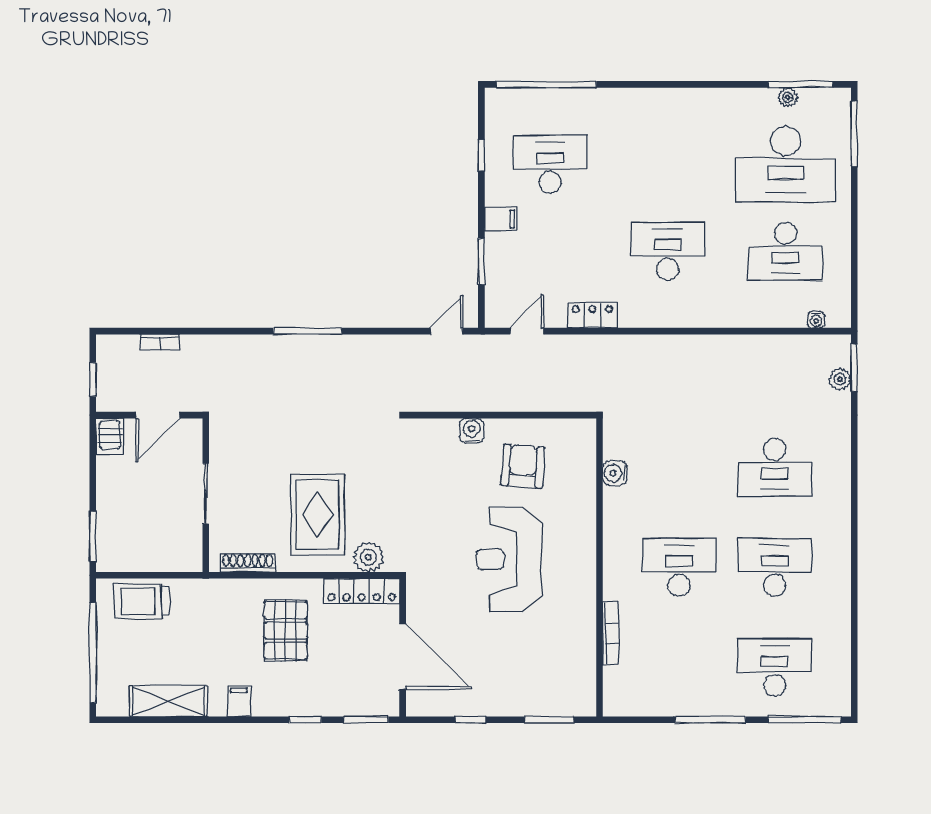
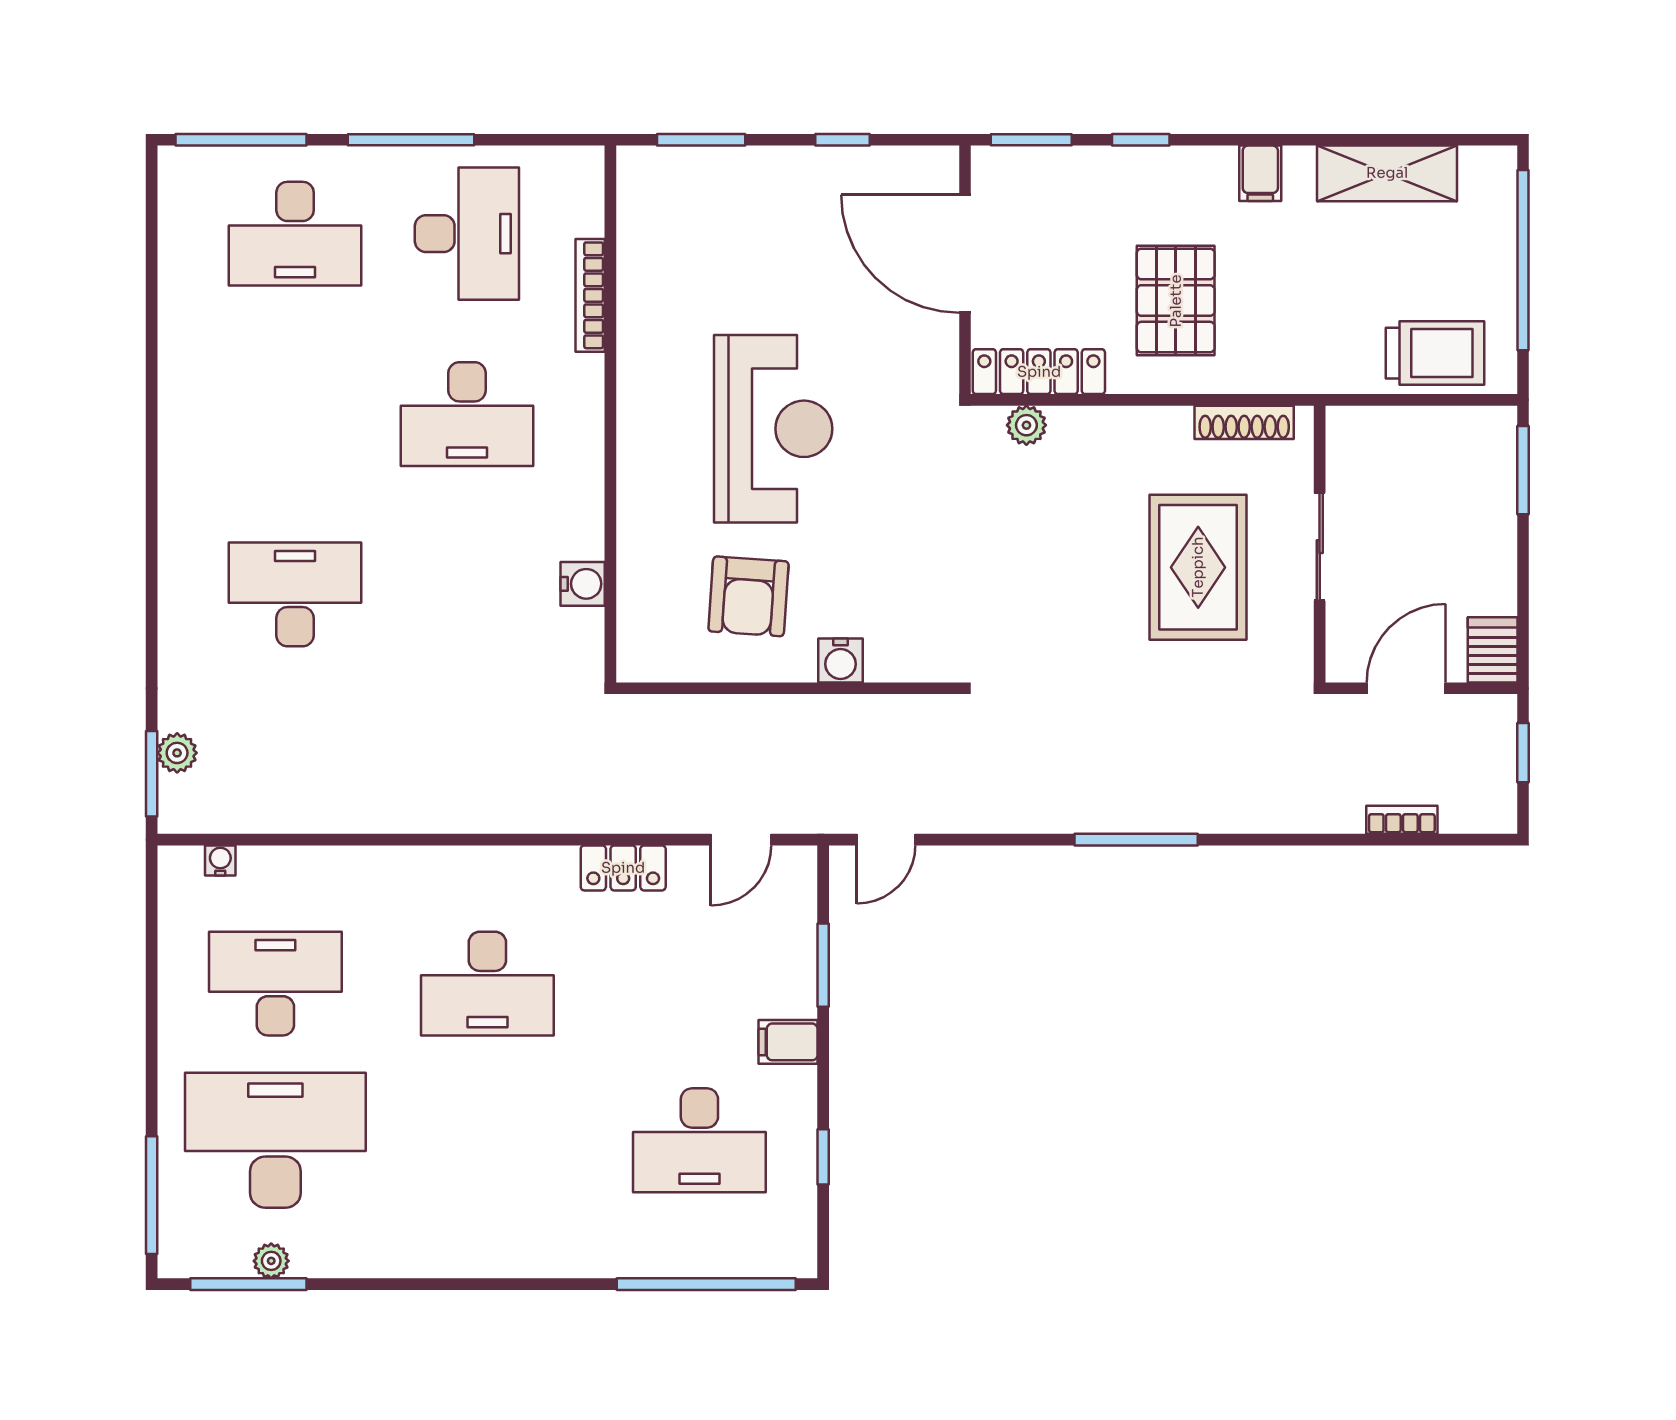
rug: (317, 515) -> (1198, 567), moved
plant: (369, 557) -> (1026, 425), width x0.73, depth x0.73
desk: (775, 567) -> (467, 234), moved, turned -90

